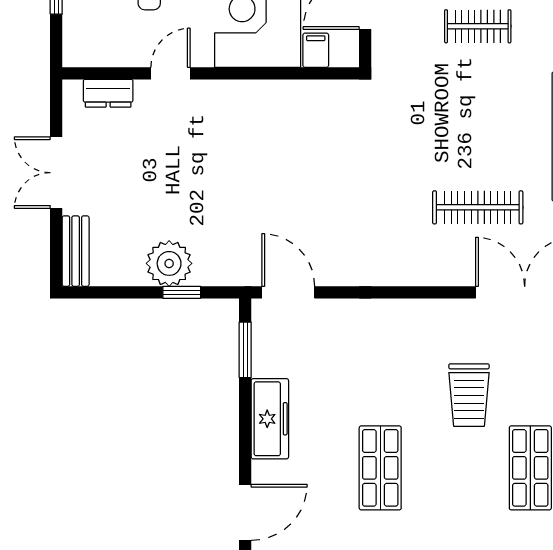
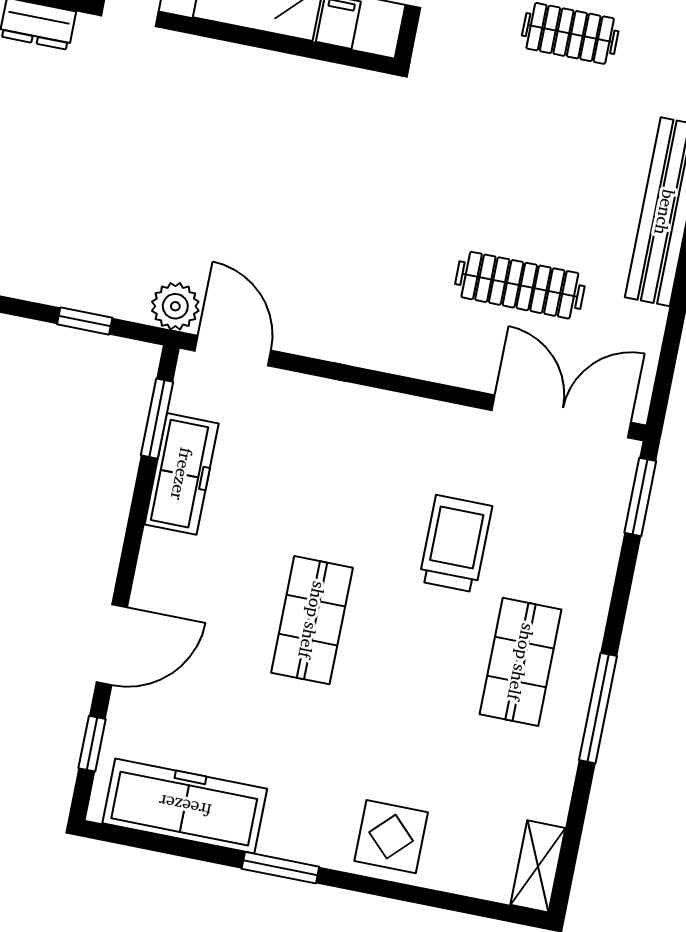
plant: (169, 263) -> (175, 306), moved, width x0.73, depth x0.73
trolley: (469, 395) -> (456, 544), turned 180
freezer: (270, 419) -> (182, 474), moved

